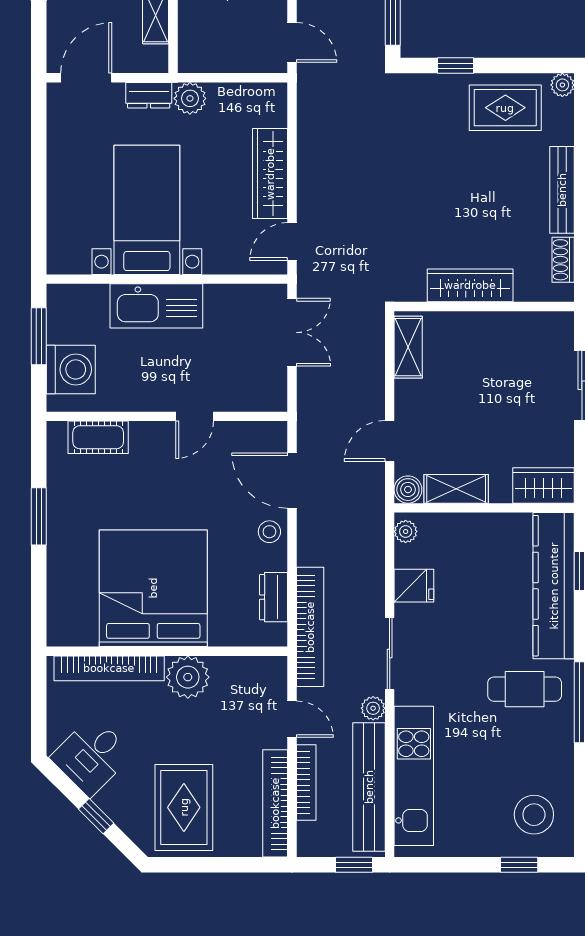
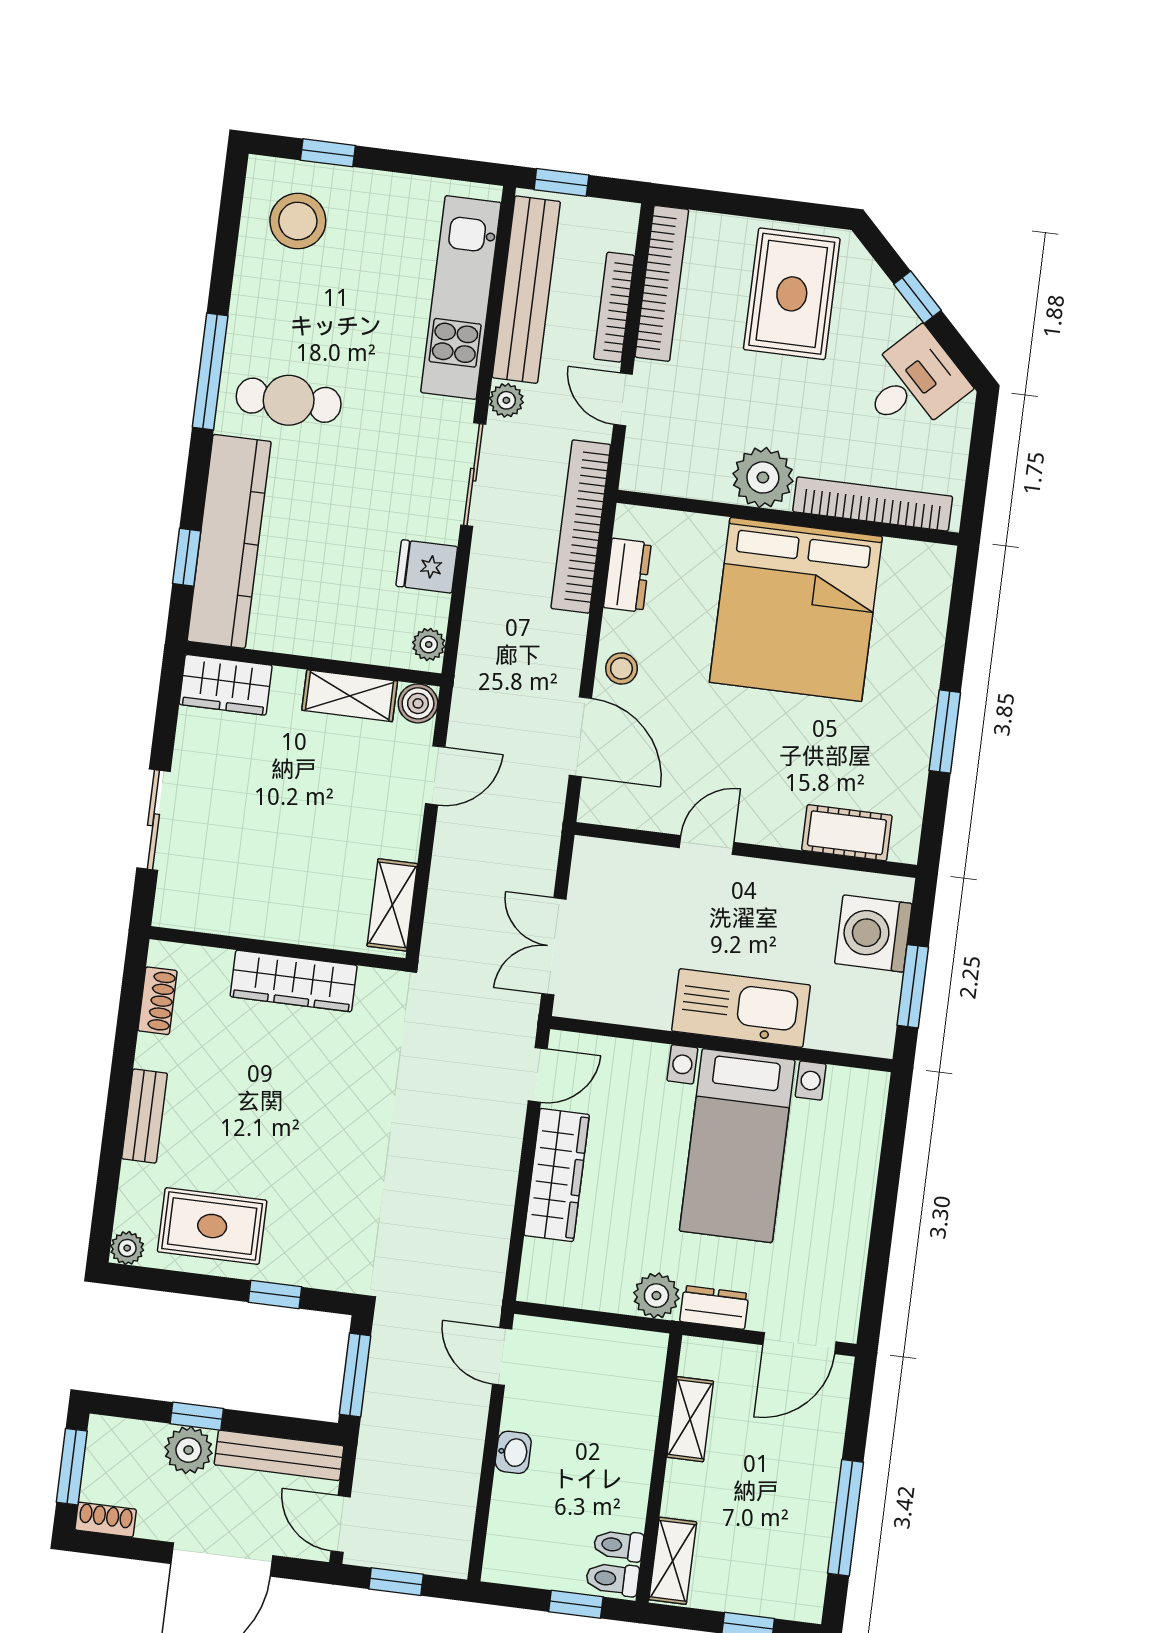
bench: (562, 190) -> (145, 1116), width x0.73

